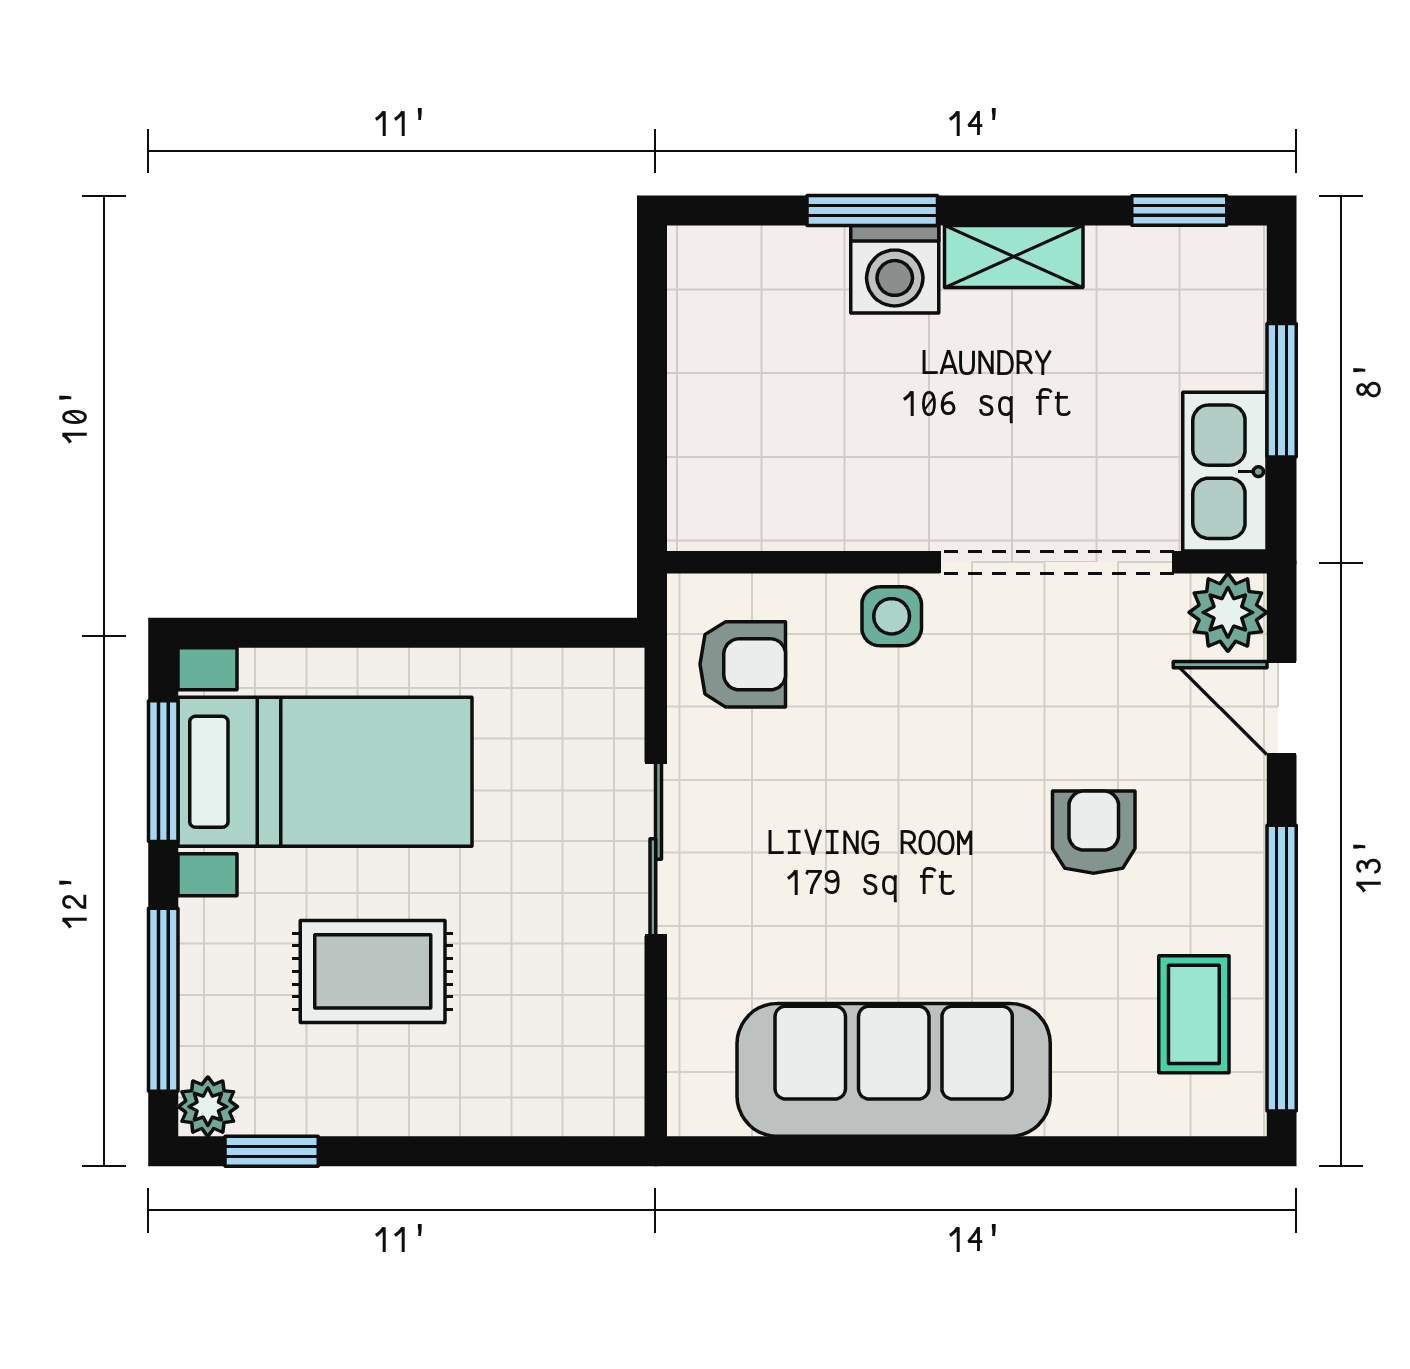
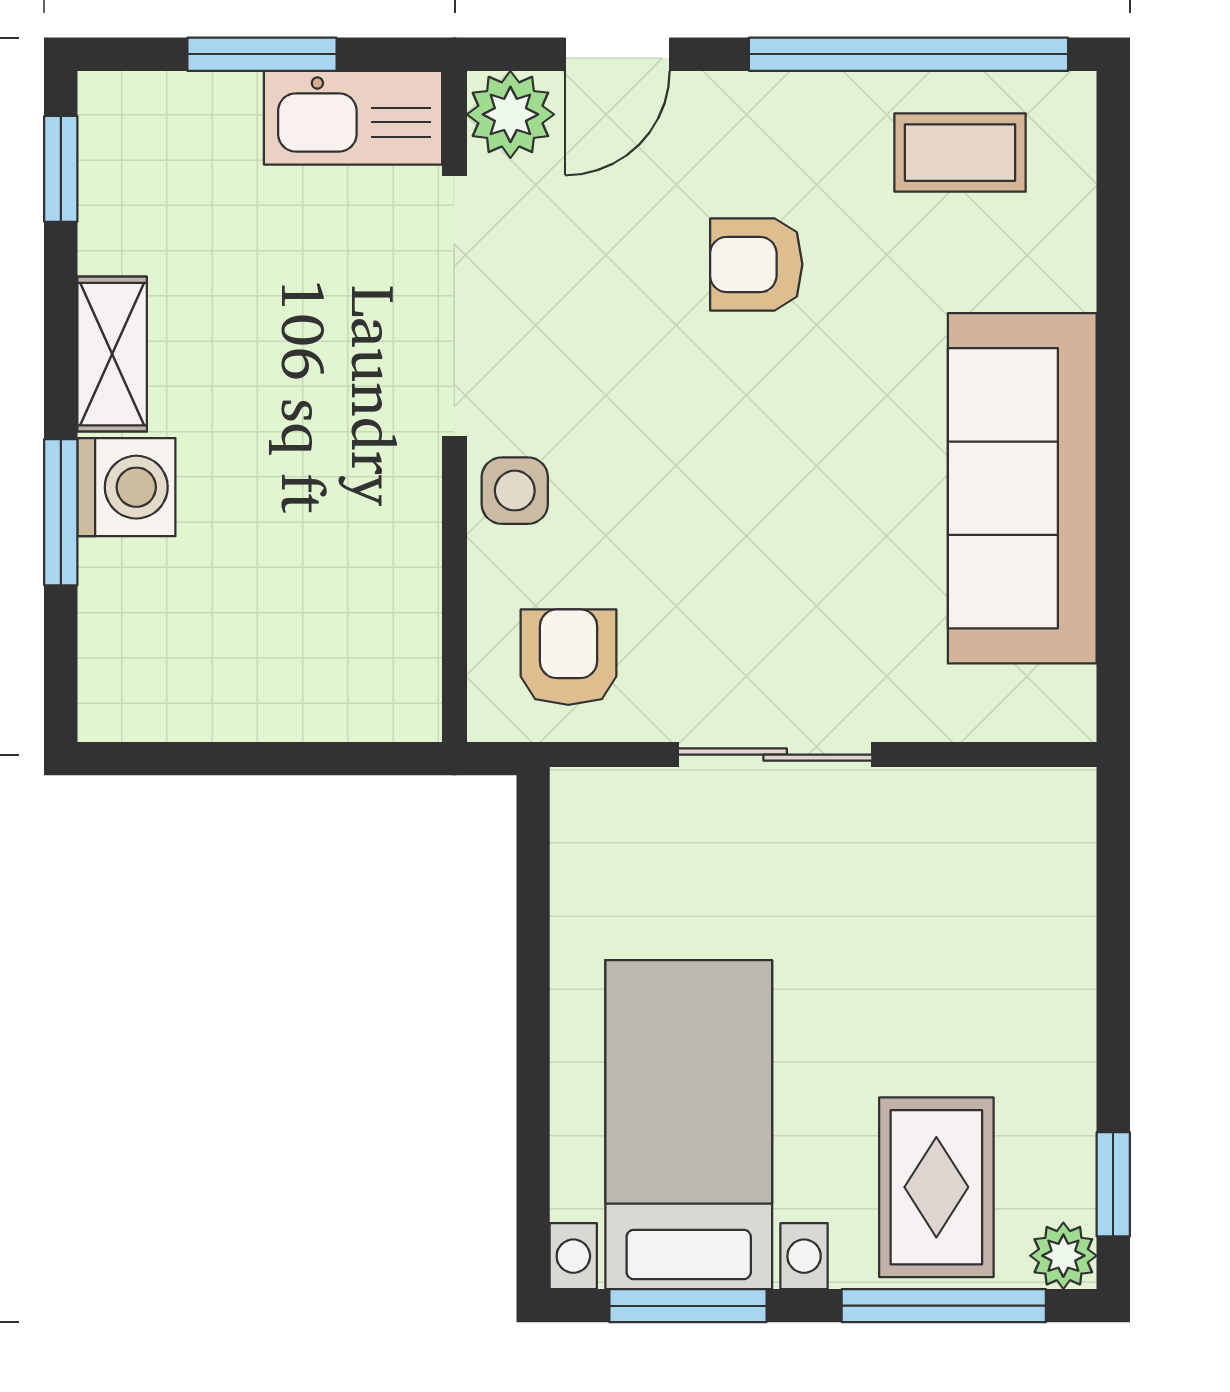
rug: (373, 971) -> (936, 1187), moved

